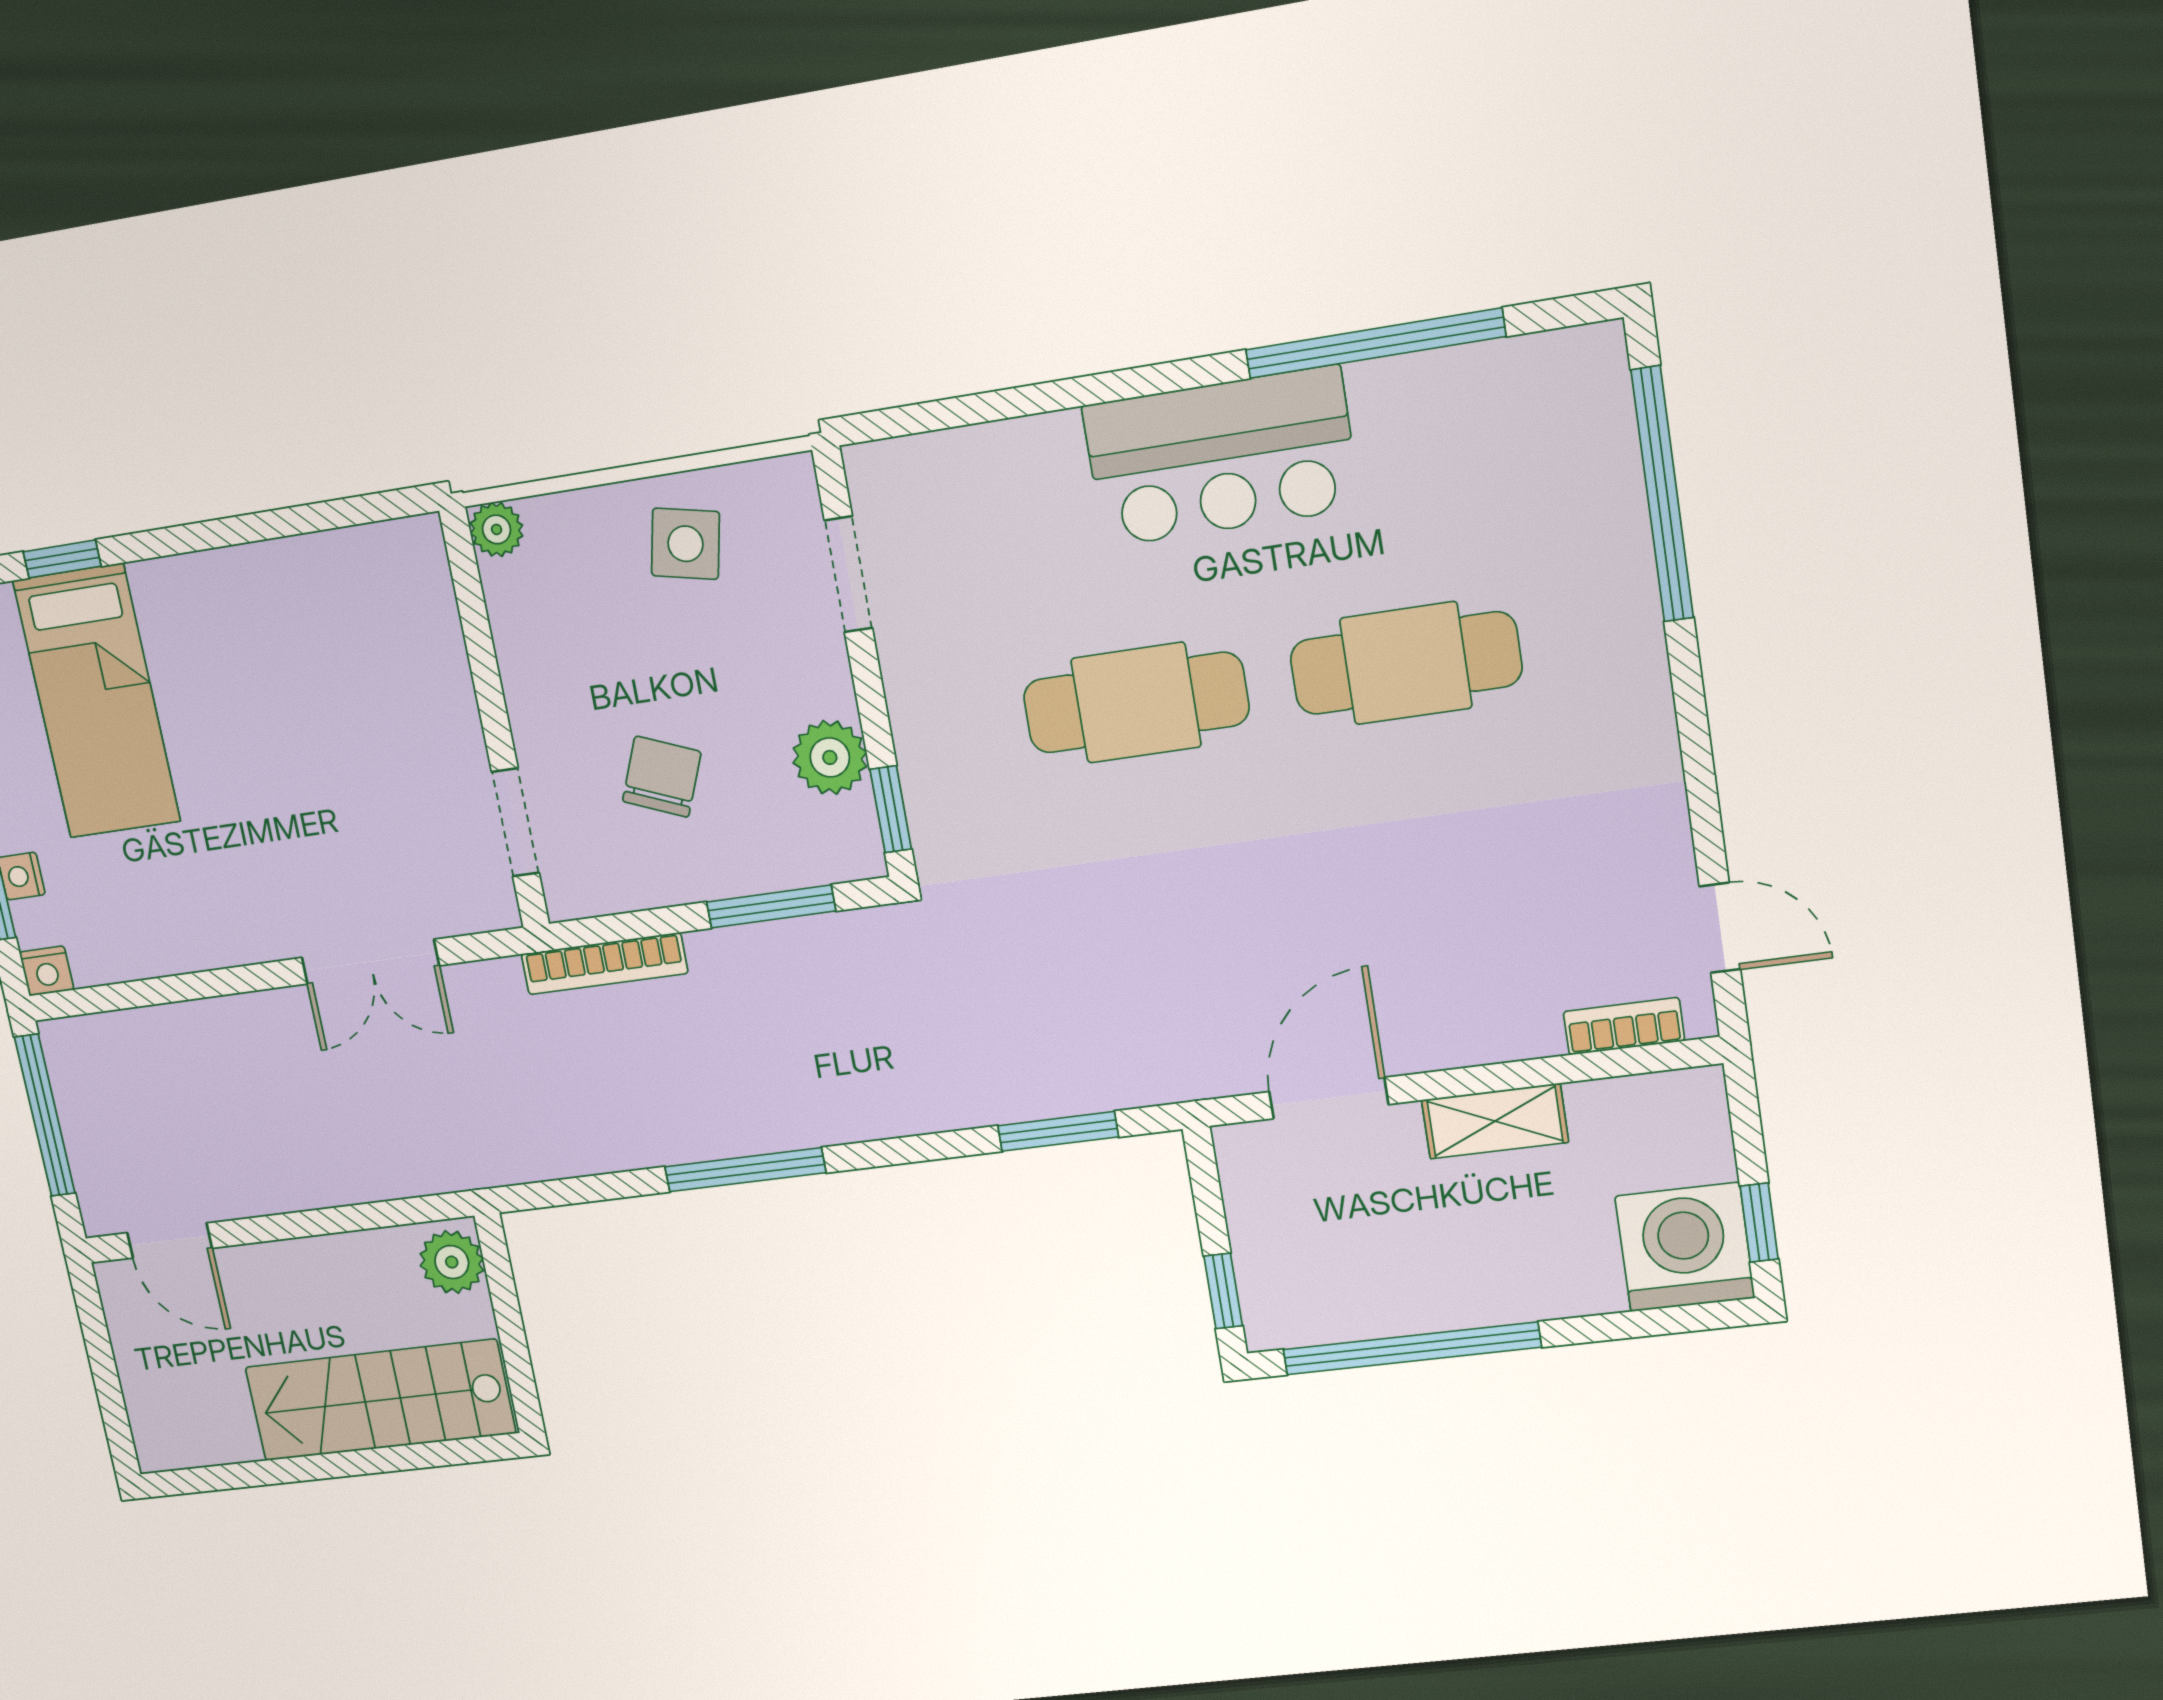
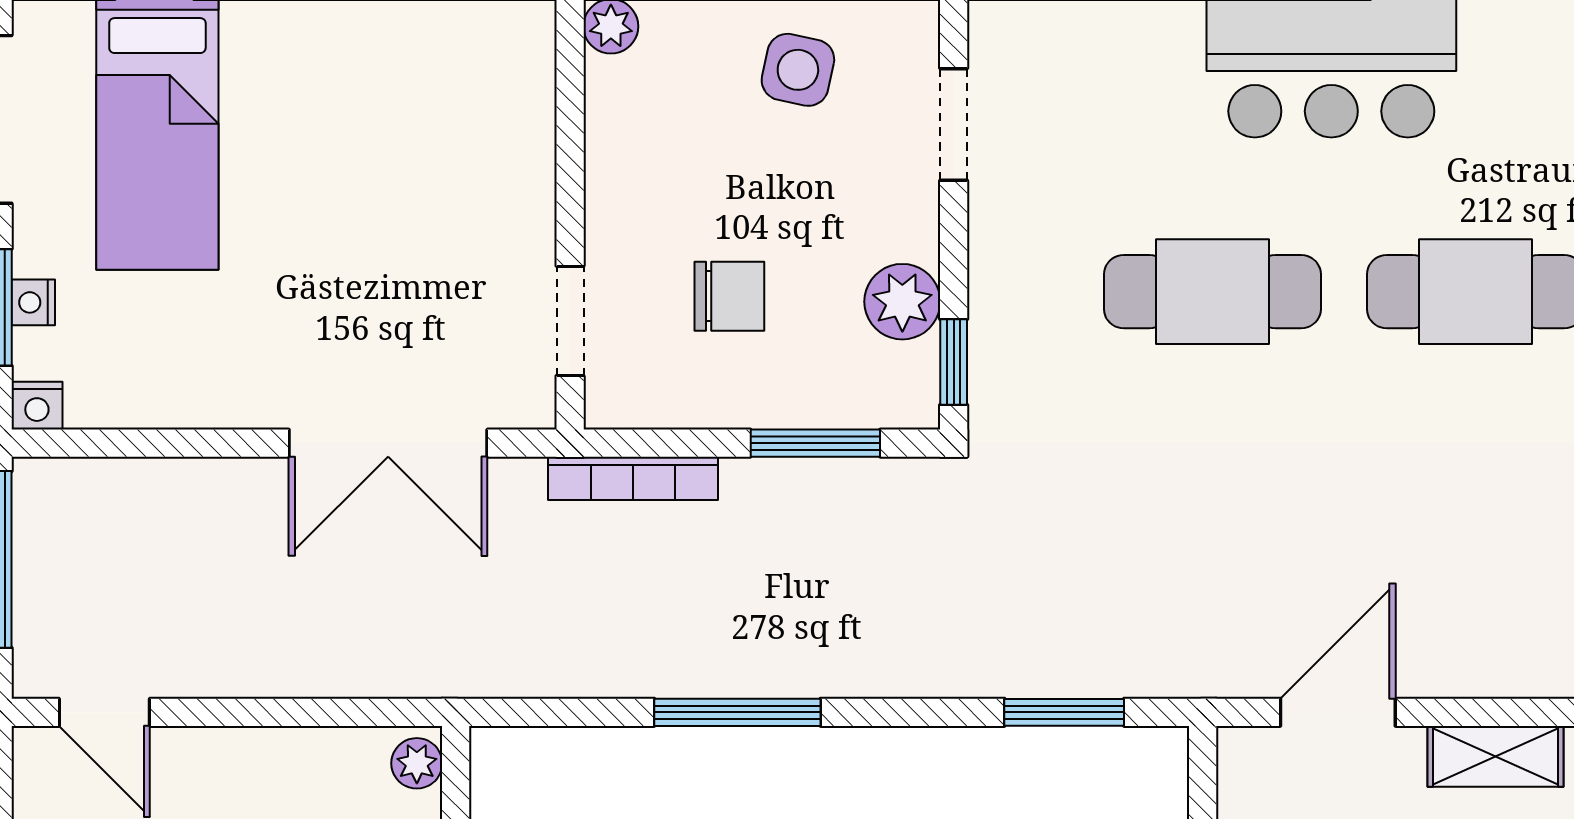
chair: (662, 777) -> (729, 296), turned 68
double door: (370, 962) -> (388, 443), width x1.37
plant: (452, 1262) -> (417, 763), width x0.73, depth x0.73

